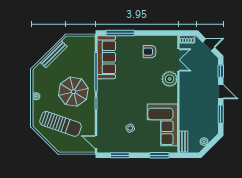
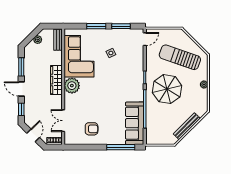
door: (209, 45) -> (33, 135), swing flipped
plant: (170, 79) -> (72, 86), moved
wardrobe: (185, 101) -> (56, 80), added
door: (96, 142) -> (145, 39), hinge flipped
window: (159, 155) -> (96, 26), moved

